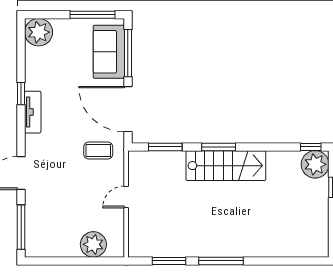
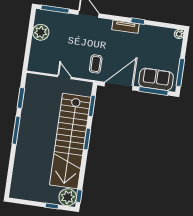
plant: (39, 32) -> (179, 34), width x0.53, depth x0.53
stairs: (226, 166) -> (70, 141), width x1.86, depth x1.51
plant: (93, 244) -> (41, 32), moved

